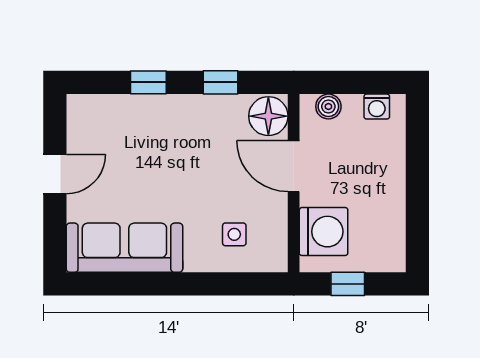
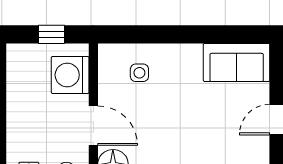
sofa: (124, 248) -> (237, 62), width x0.73

